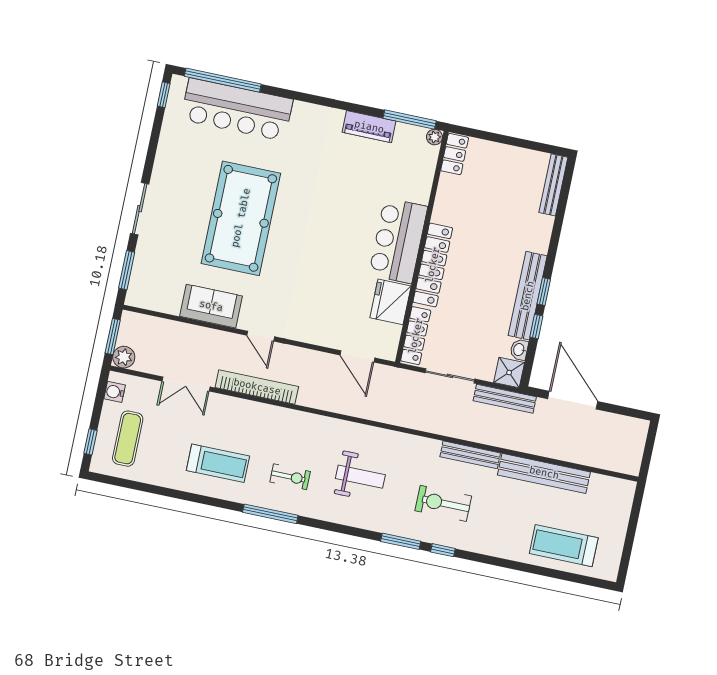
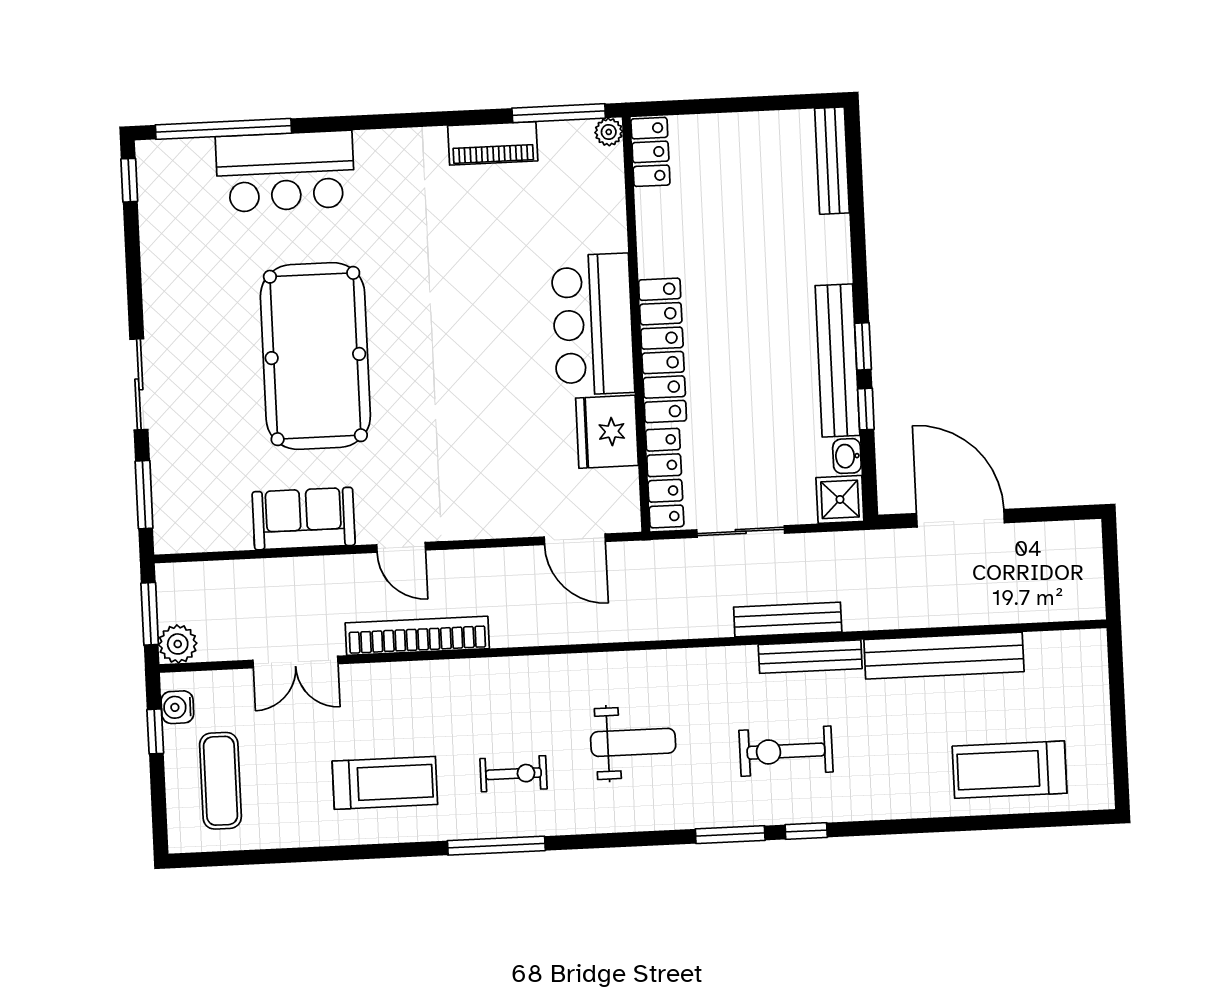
bar counter: (237, 109) -> (285, 171), width x0.73
bench: (505, 399) -> (788, 620), moved
window: (90, 442) -> (155, 731), moved

